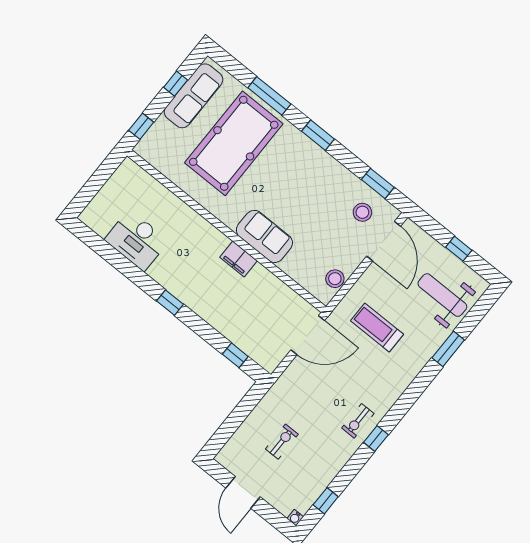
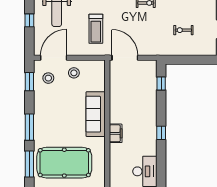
window: (318, 135) -> (29, 127), width x1.44
sofa: (264, 236) -> (96, 114), width x1.36
filing cabinet: (239, 259) -> (116, 133), moved
stool: (335, 279) -> (74, 73), moved

